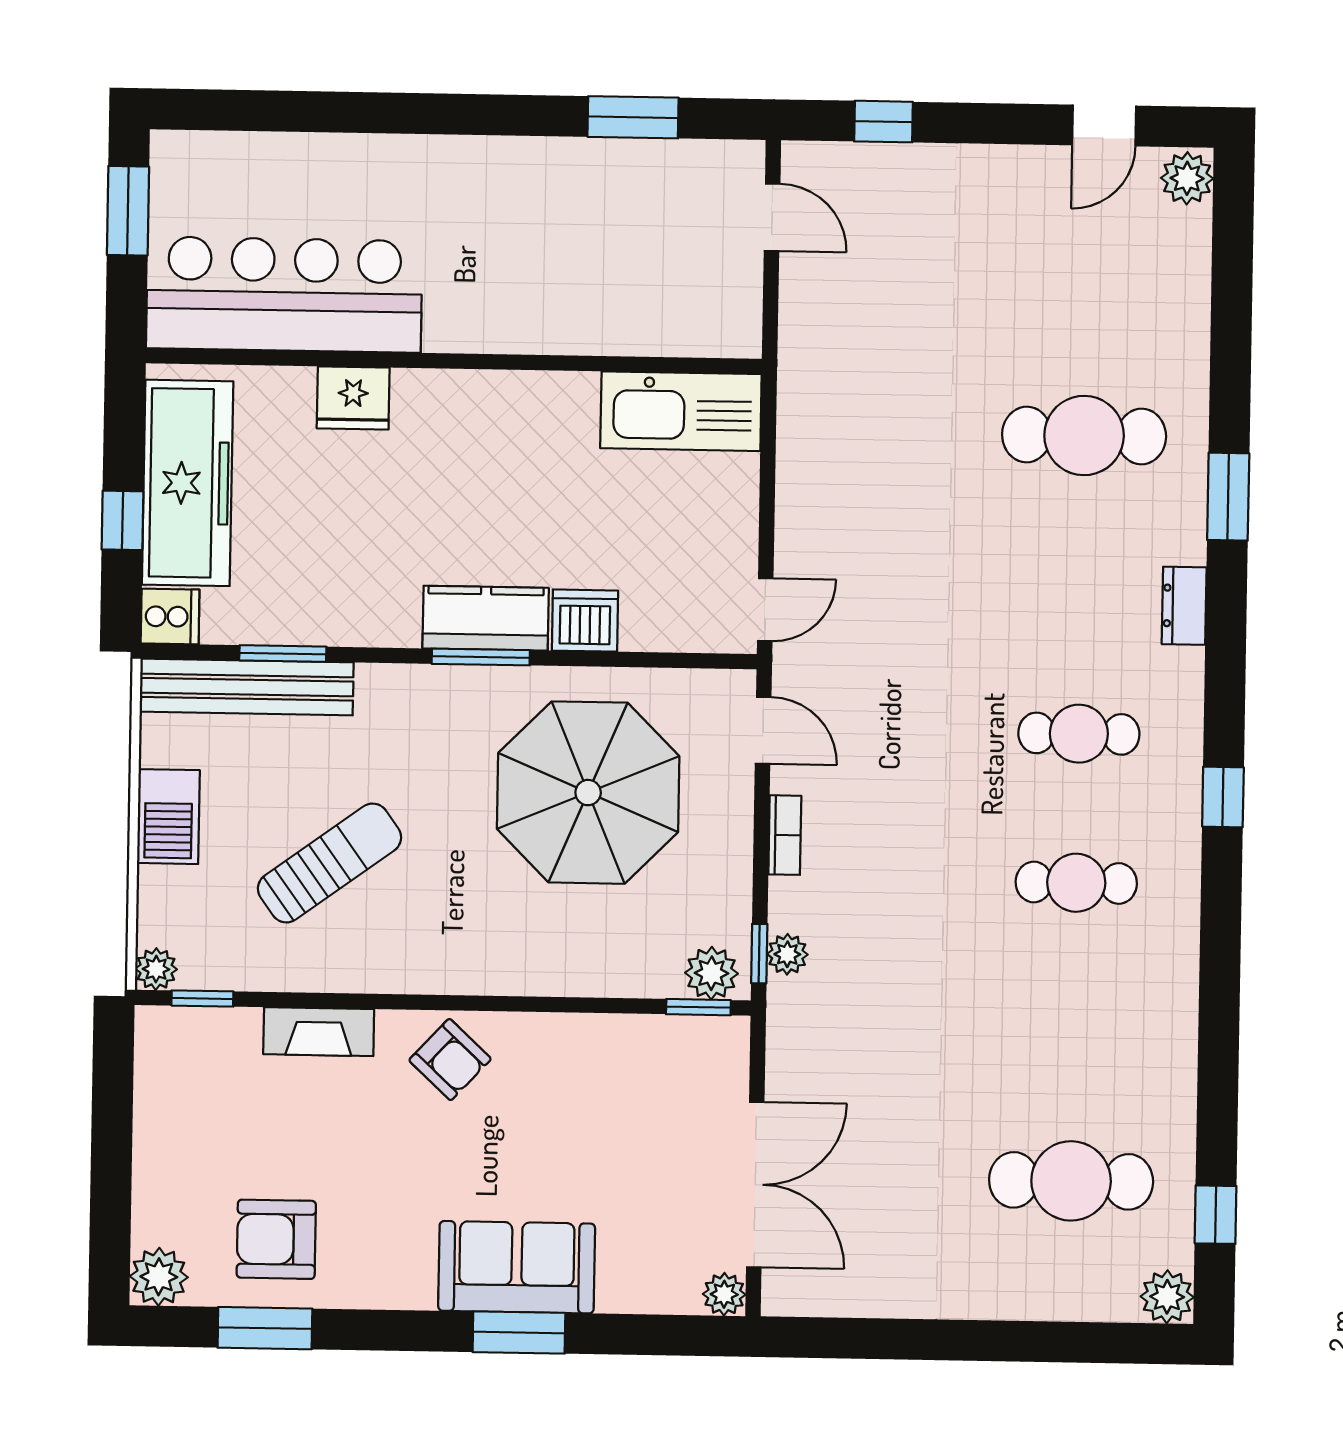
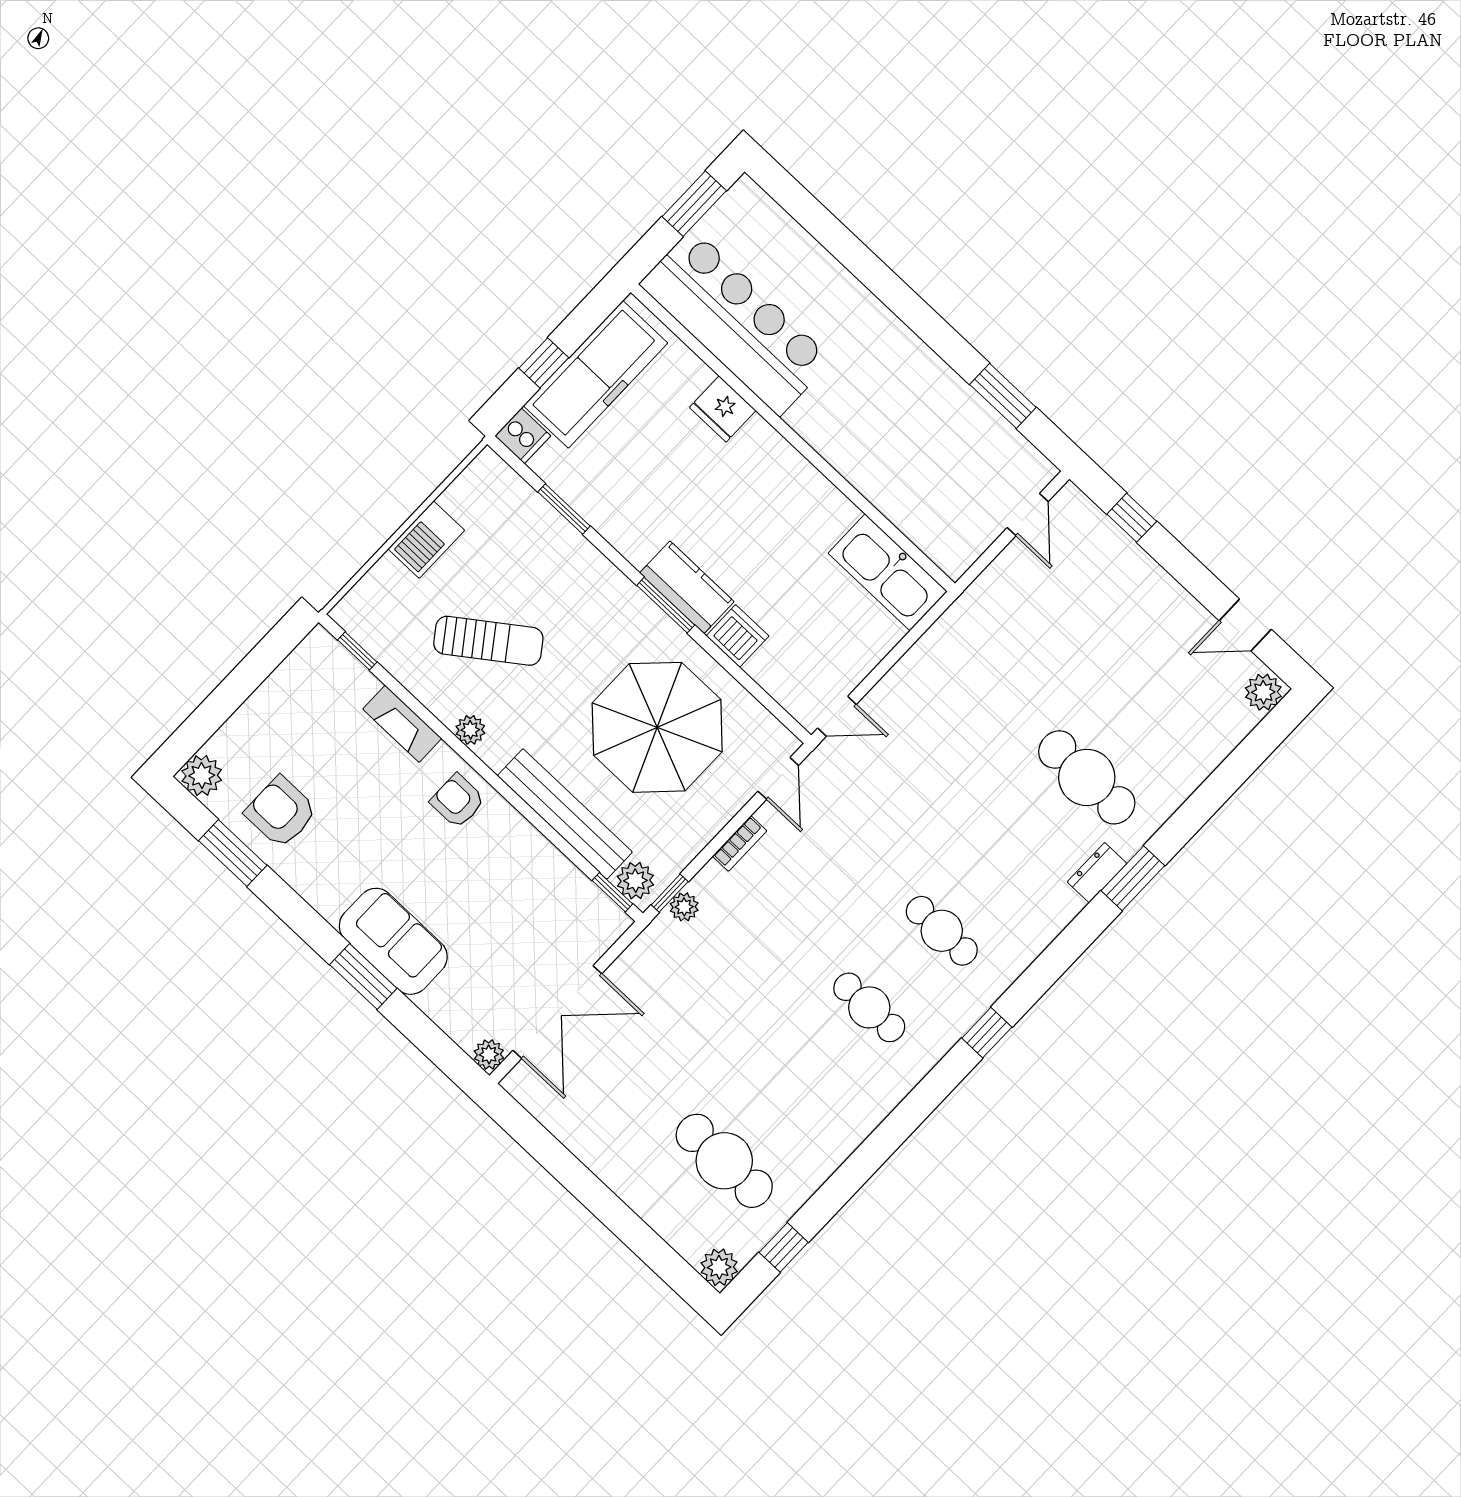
dresser: (1184, 606) -> (1097, 873), moved
bench: (247, 687) -> (565, 814), moved
plant: (156, 969) -> (470, 730), moved
armchair: (450, 1060) -> (458, 801), turned 137

